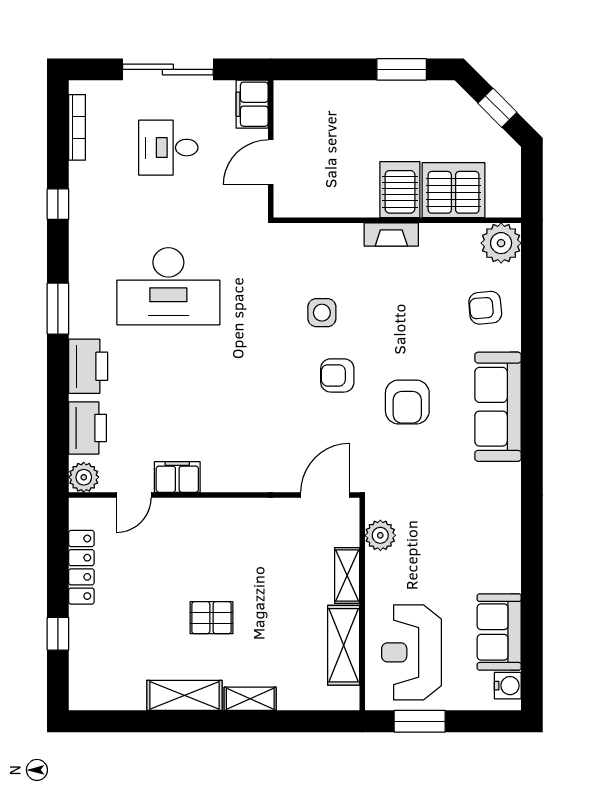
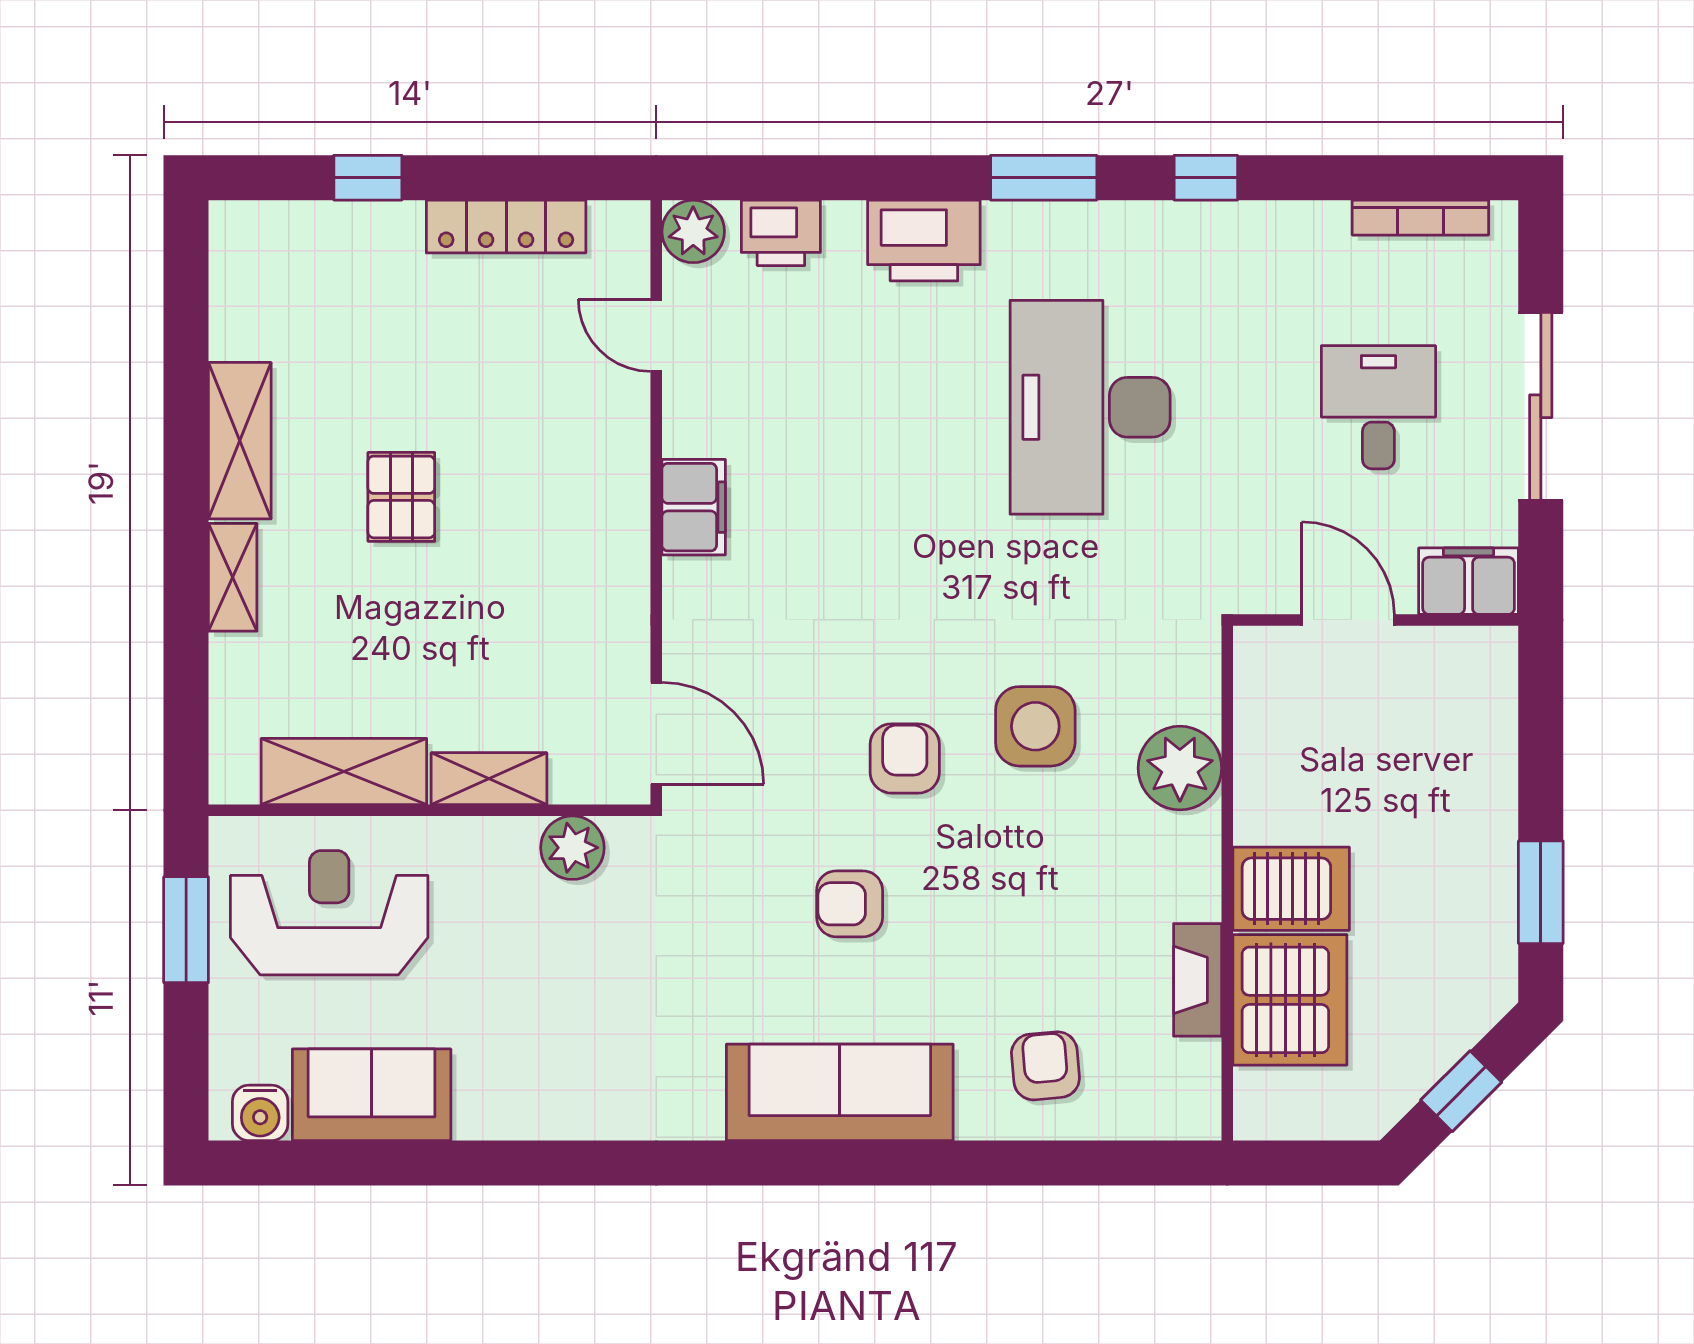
window: (58, 204) -> (1206, 178), moved
fireplace: (391, 235) -> (1198, 980), moved
plant: (501, 243) -> (1180, 768), moved
side table: (322, 313) -> (1035, 726), width x1.37, depth x1.37
armchair: (407, 402) -> (850, 904), width x0.72, depth x0.72
printer: (87, 428) -> (781, 233), width x0.73, depth x0.84
filing cabinet: (177, 477) -> (694, 507), moved

